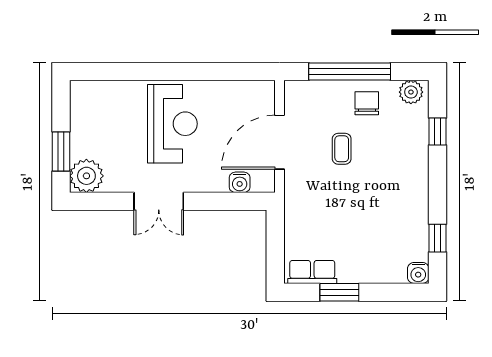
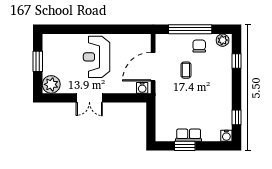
reception desk: (172, 124) -> (97, 57), turned 180
window: (61, 152) -> (38, 61), moved
water cooler: (240, 182) -> (142, 88), moved
row of seats: (312, 272) -> (189, 135), moved

